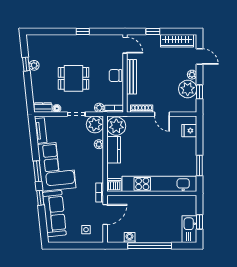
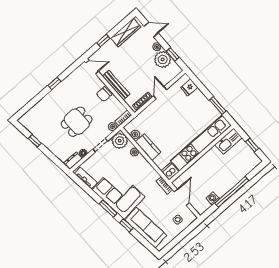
plant: (34, 65) -> (41, 137), removed
door: (162, 114) -> (160, 93), swing flipped
plant: (116, 126) -> (135, 135), width x0.53, depth x0.53
kitchen sink: (189, 229) -> (229, 141), moved, turned -90

